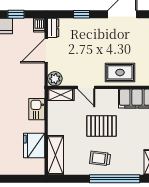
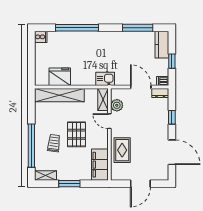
plant: (55, 79) -> (117, 105), moved
door: (86, 87) -> (109, 121), hinge flipped
kitchen sink: (37, 109) -> (105, 79), moved
shelving: (56, 155) -> (59, 95), width x1.47
trolley: (100, 158) -> (54, 143), moved

